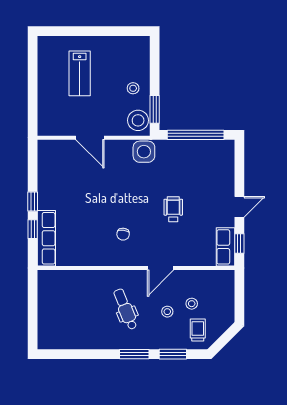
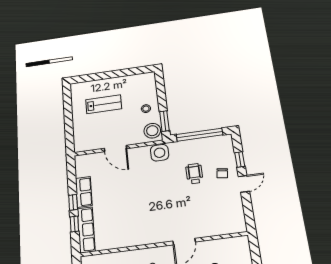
lab bench: (80, 73) -> (104, 104), turned -90
wheelchair: (173, 209) -> (194, 174), moved
chair: (123, 234) -> (222, 173), moved
window: (239, 243) -> (240, 159), moved
row of seats: (225, 247) -> (84, 192), moved, turned 180

